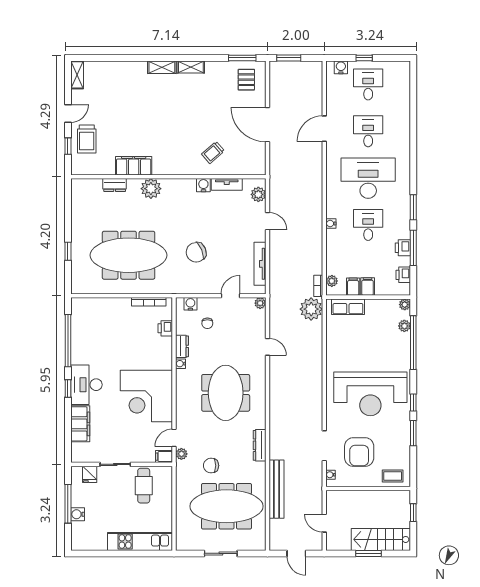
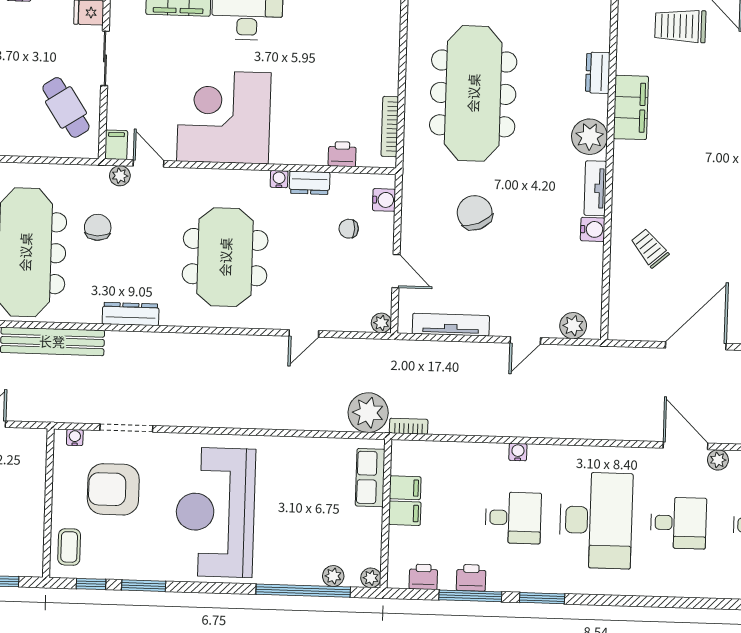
tv unit: (227, 184) -> (595, 188), moved
plant: (332, 281) -> (718, 460), moved
meeting table: (226, 393) -> (225, 257), turned 90
window: (413, 403) -> (91, 584), moved
cafe table: (144, 486) -> (66, 107), turned 57

